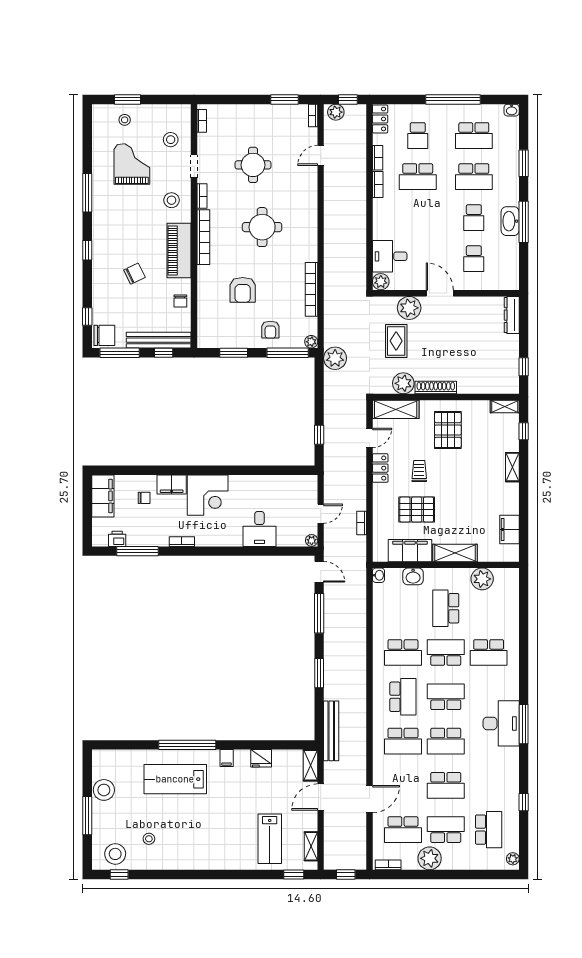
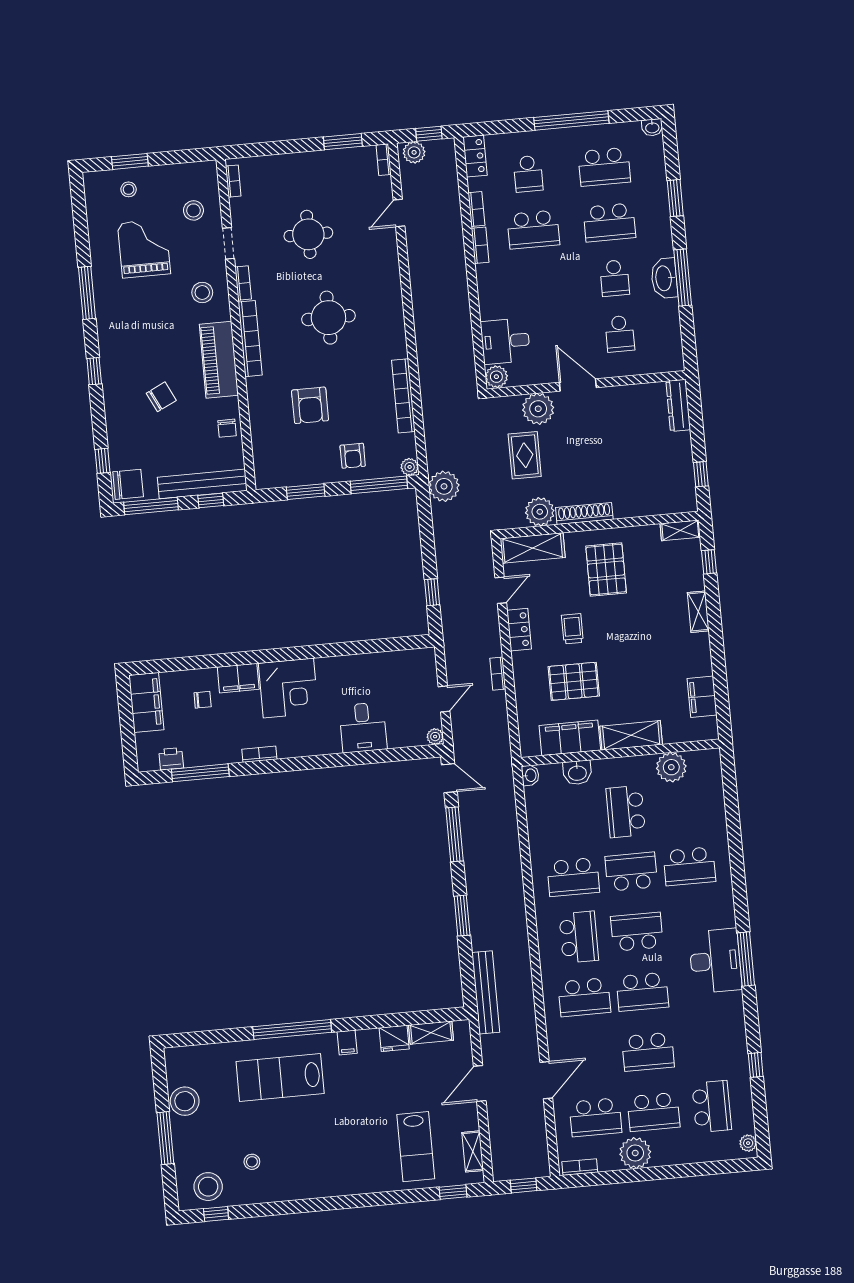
bookcase: (362, 523) -> (498, 674), moved
shelving: (310, 765) -> (431, 1033), moved, turned 90
school desk: (446, 830) -> (654, 1112), turned 180

